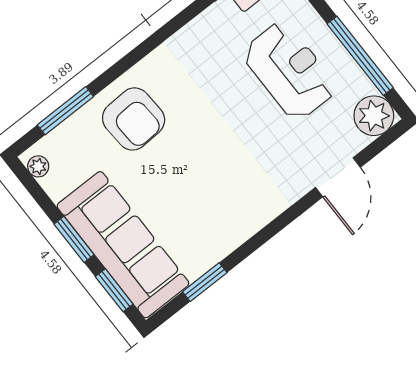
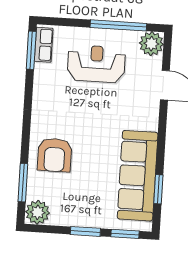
armchair: (134, 119) -> (55, 155), turned 93
plant: (38, 166) -> (38, 212), width x1.87, depth x1.87
sofa: (123, 245) -> (138, 176), moved, turned -90

